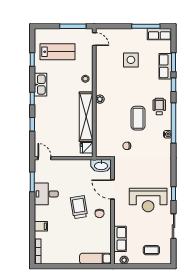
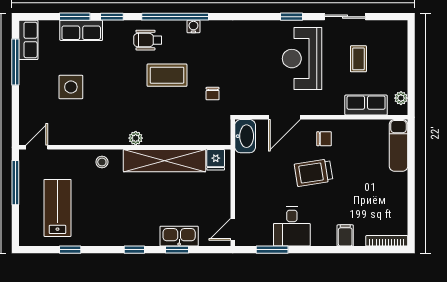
kitchen sink: (40, 85) -> (179, 236), moved
reception desk: (148, 200) -> (302, 59), turned 180
coffee table: (151, 250) -> (358, 59), moved

